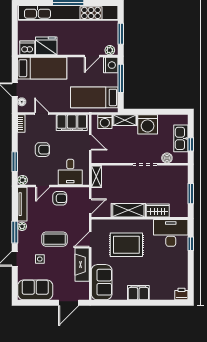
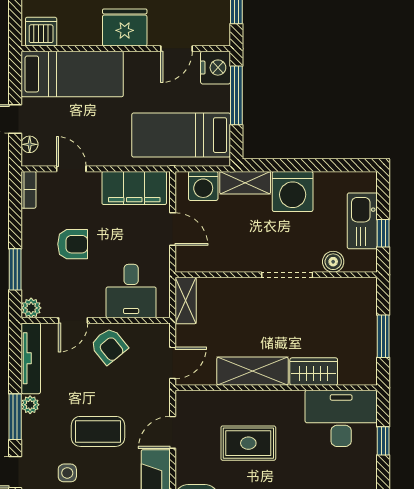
fridge: (46, 46) -> (125, 28), moved
plant: (110, 50) -> (214, 36), removed
armchair: (60, 198) -> (109, 346), turned 50
rug: (126, 245) -> (248, 443), width x0.73, depth x0.70

